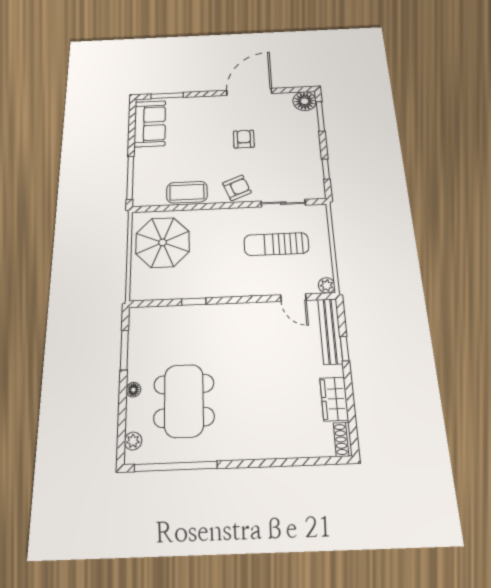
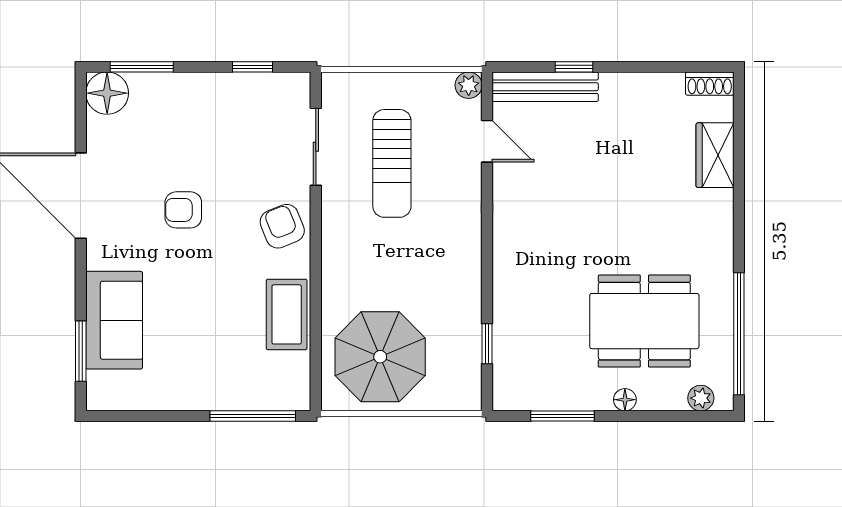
sofa: (150, 124) -> (114, 320), moved, turned 90
door: (293, 298) -> (487, 141), hinge flipped
window: (194, 302) -> (487, 344), moved
wardrobe: (334, 399) -> (715, 155), moved, turned 90

